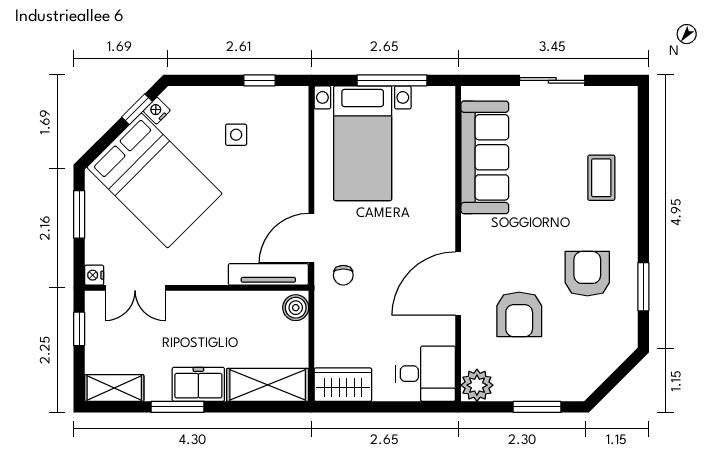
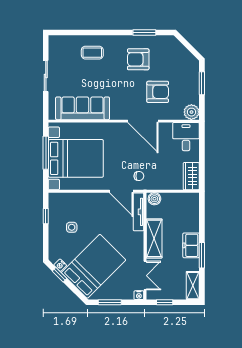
bed with nightstands: (363, 143) -> (76, 158), width x1.36
shelving: (268, 385) -> (154, 238), moved

